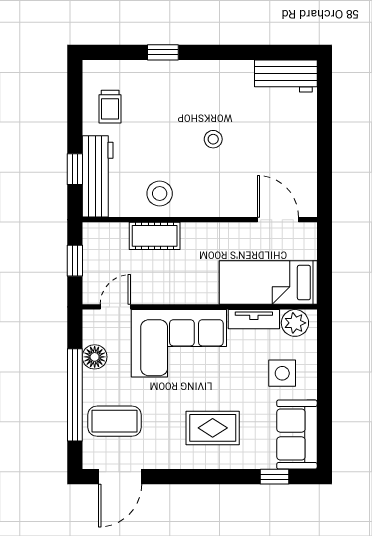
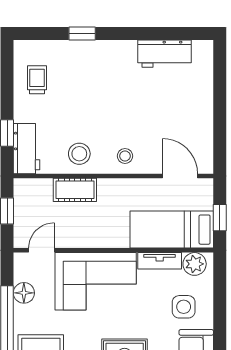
workbench: (286, 76) -> (164, 54), moved
trolley: (110, 107) -> (37, 80), turned 180
stool: (213, 139) -> (125, 156), moved
workbench: (98, 176) -> (27, 149), width x0.73
window: (324, 269) -> (220, 218), added

